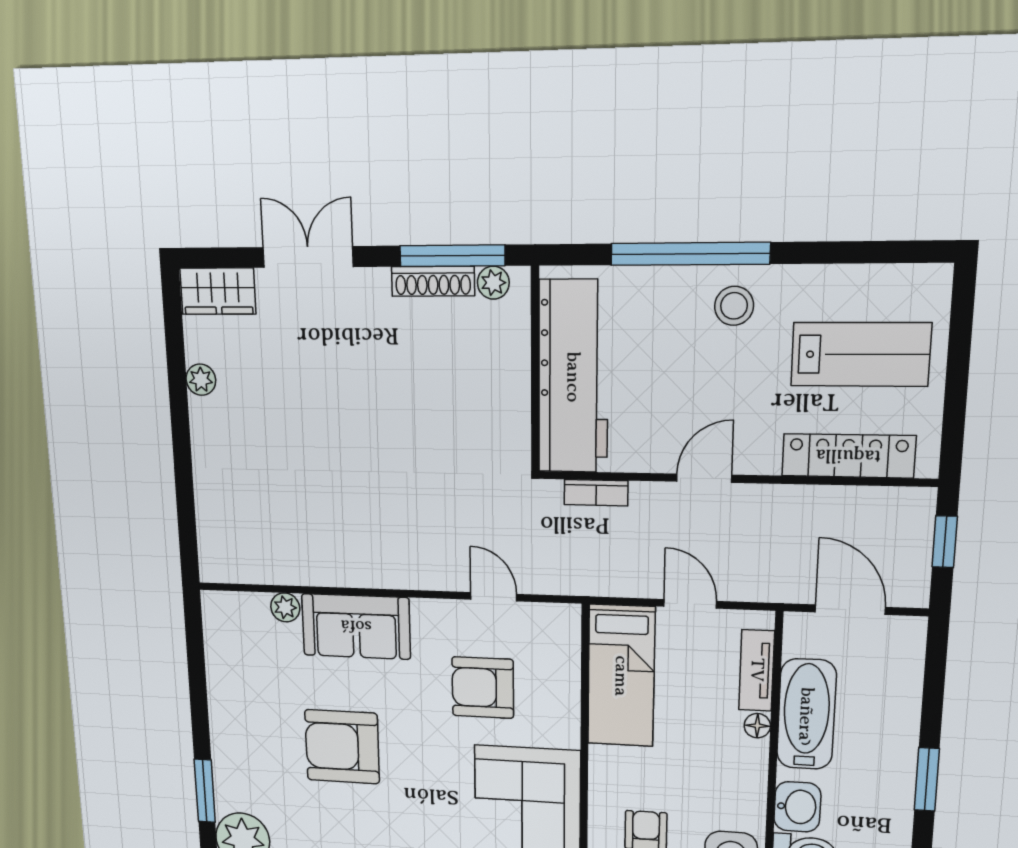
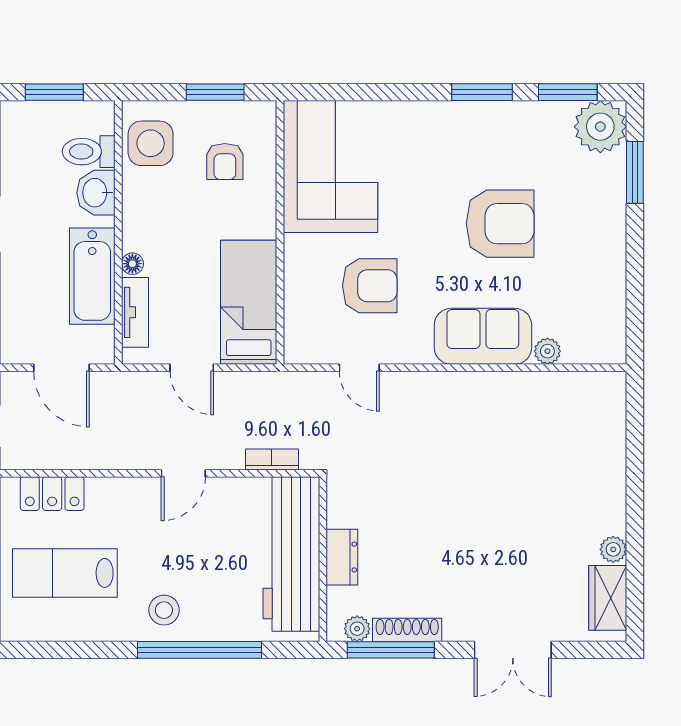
wardrobe: (218, 291) -> (608, 598), moved, turned -90
dresser: (512, 373) -> (342, 557), added
locker: (848, 456) -> (52, 494), width x0.66

